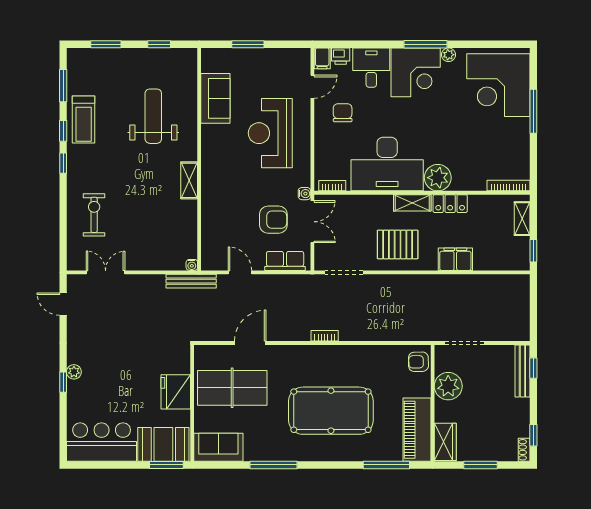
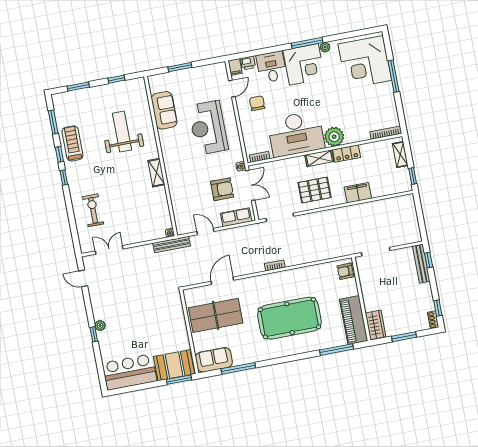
treadmill: (84, 119) -> (72, 143), turned 180
plant: (448, 386) -> (370, 285), removed
fridge: (176, 392) -> (176, 326), removed
window: (274, 465) -> (238, 368), moved

